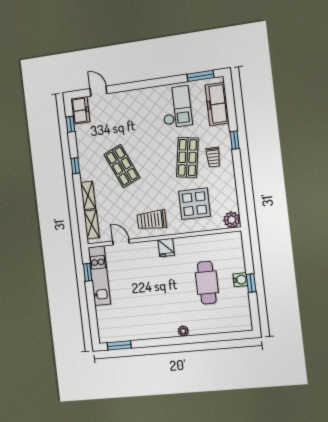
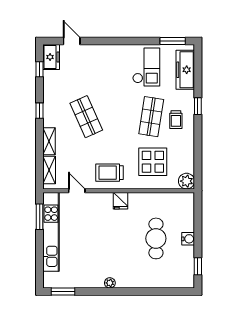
window: (88, 272) -> (40, 217), width x1.50
kitchen unit: (99, 276) -> (51, 232), width x1.36
window: (251, 283) -> (198, 266), moved
plant: (183, 331) -> (110, 283), moved

